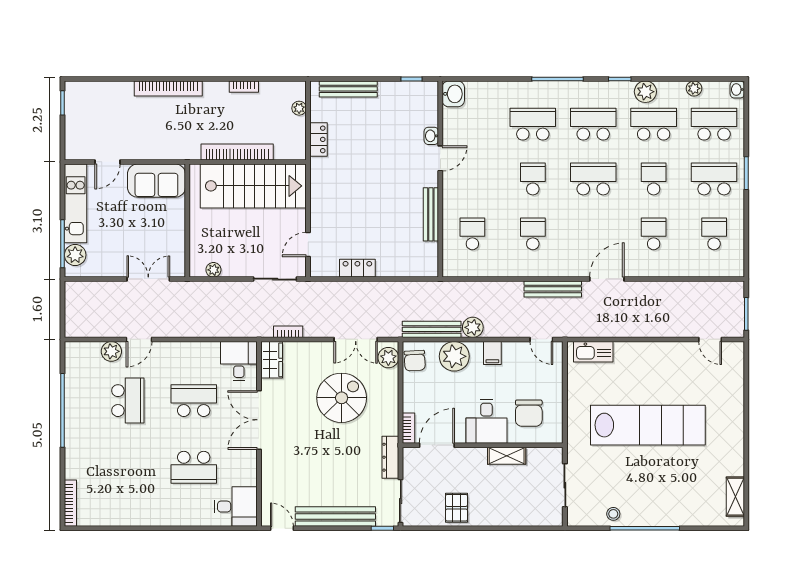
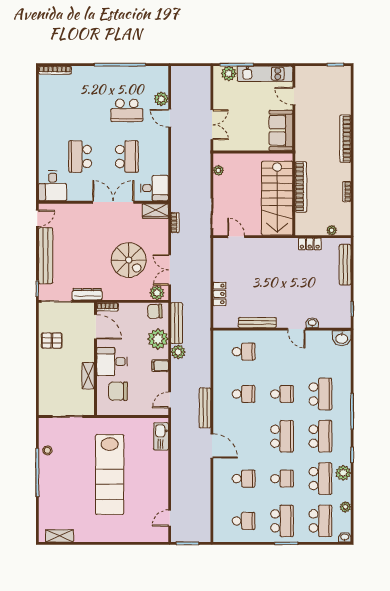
locker: (357, 268) -> (220, 294), moved

